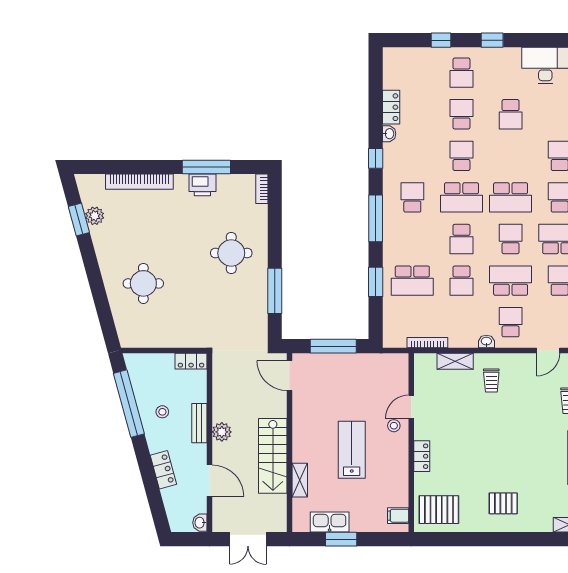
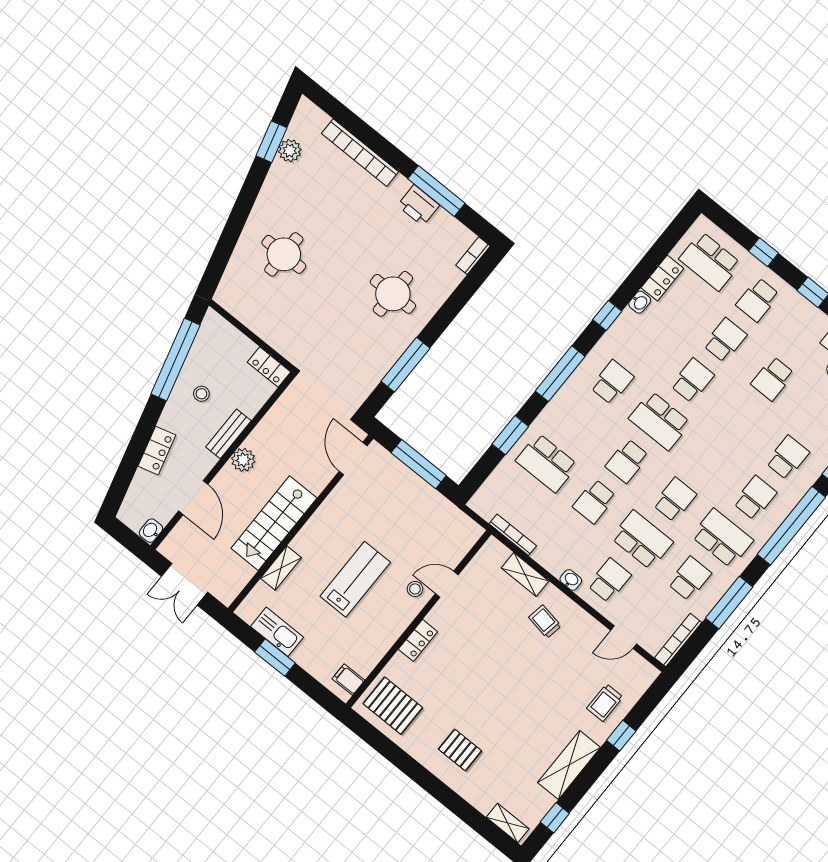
school desk: (511, 197) -> (710, 261), moved
trolley: (491, 380) -> (545, 622), turned 100

